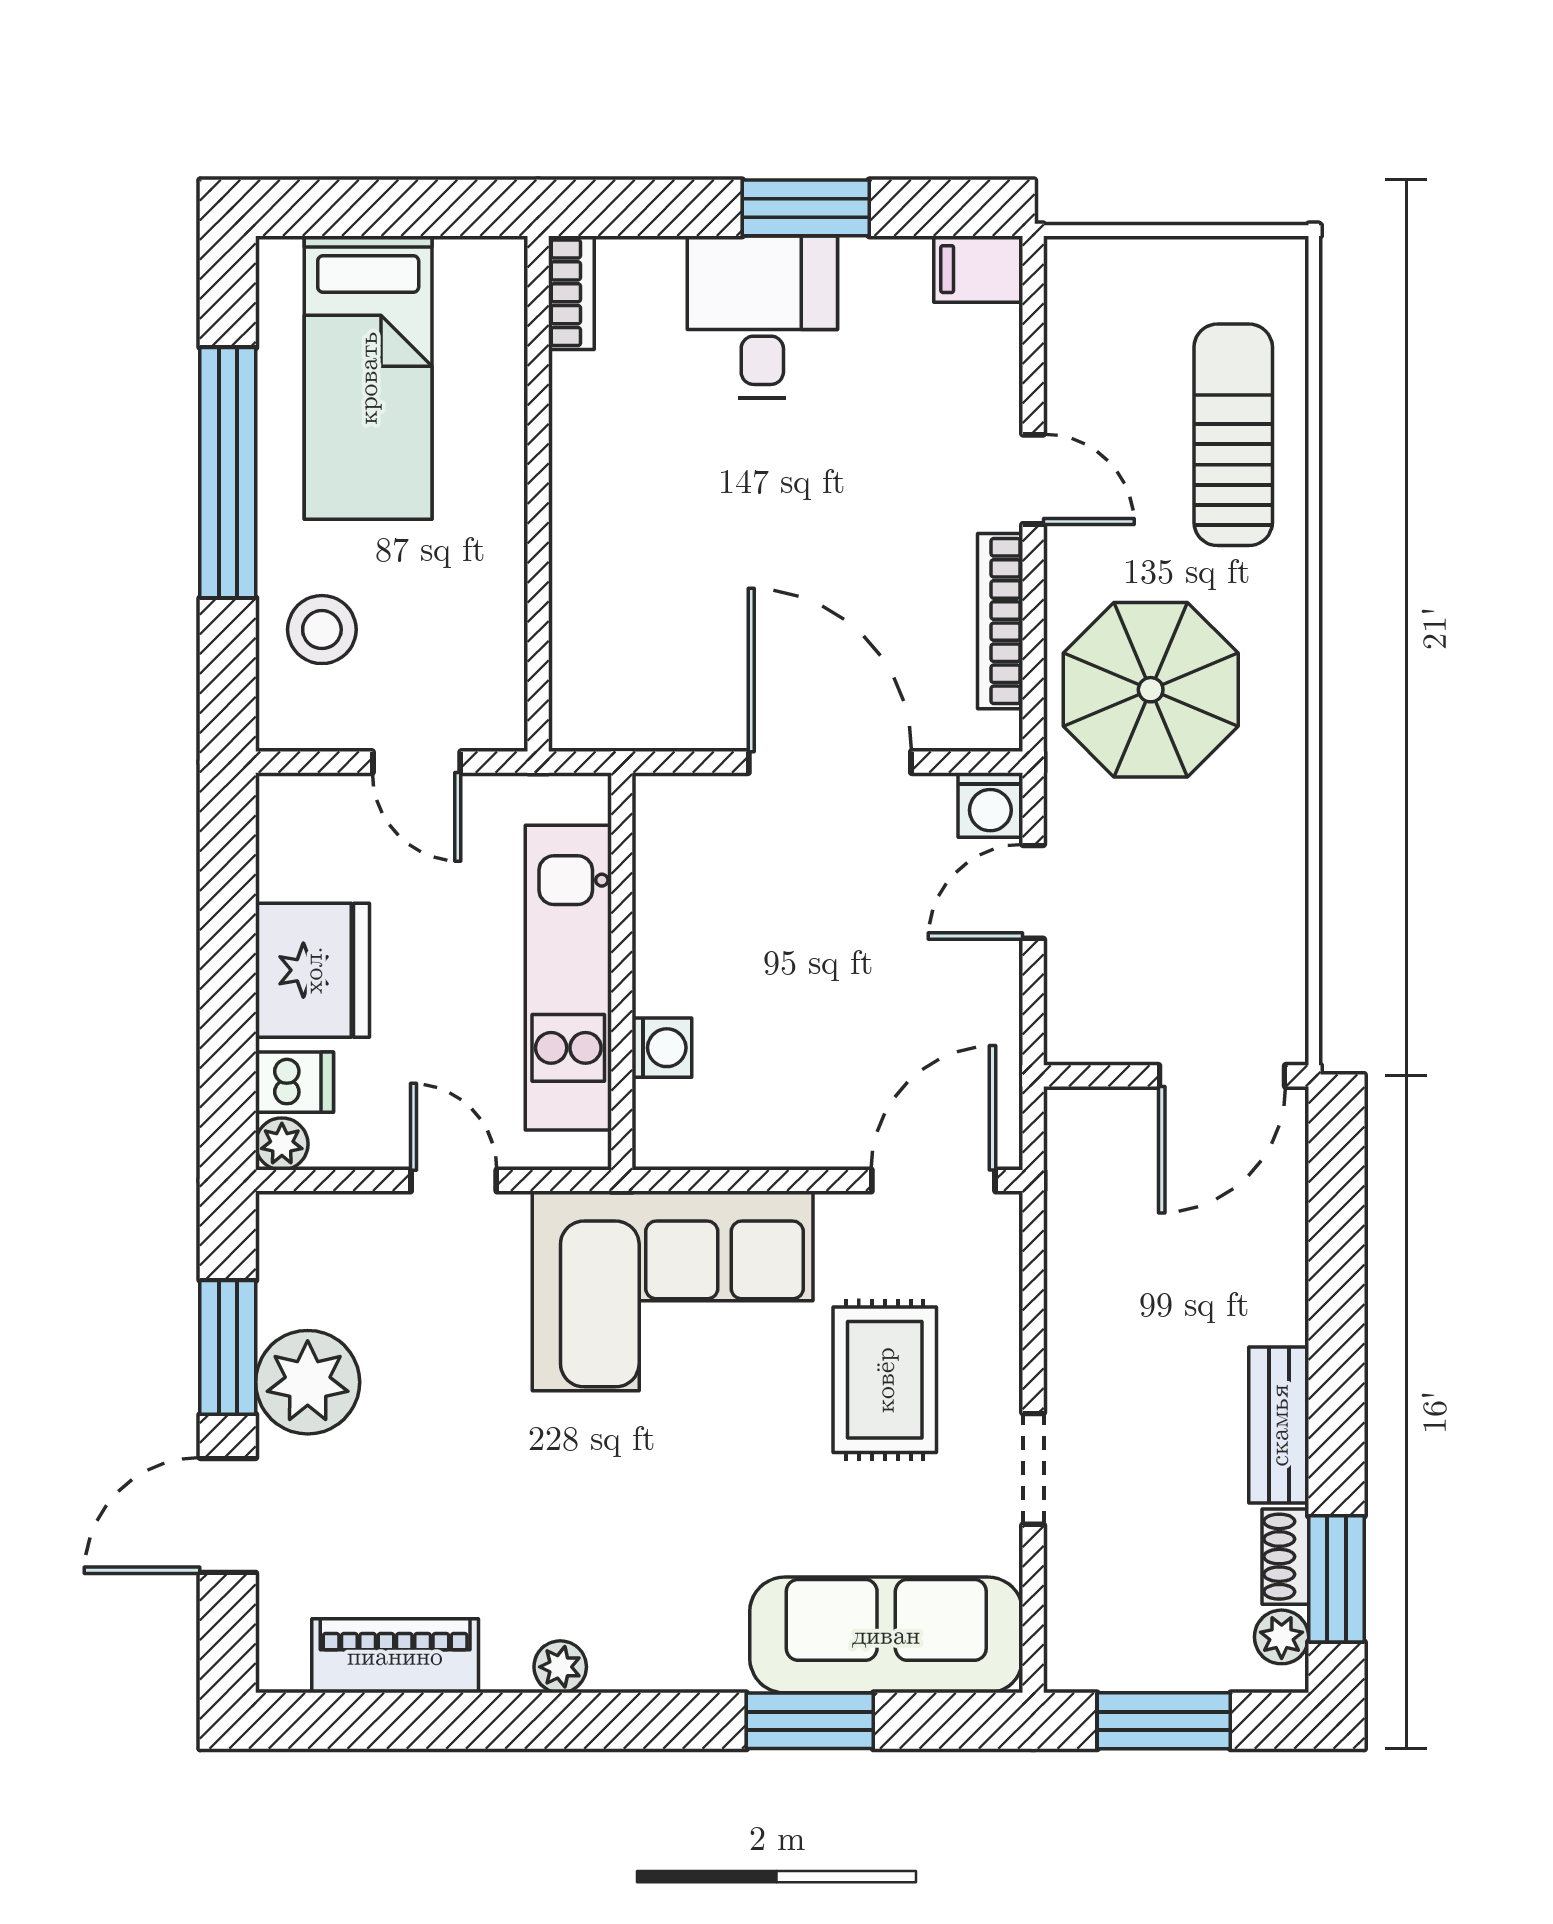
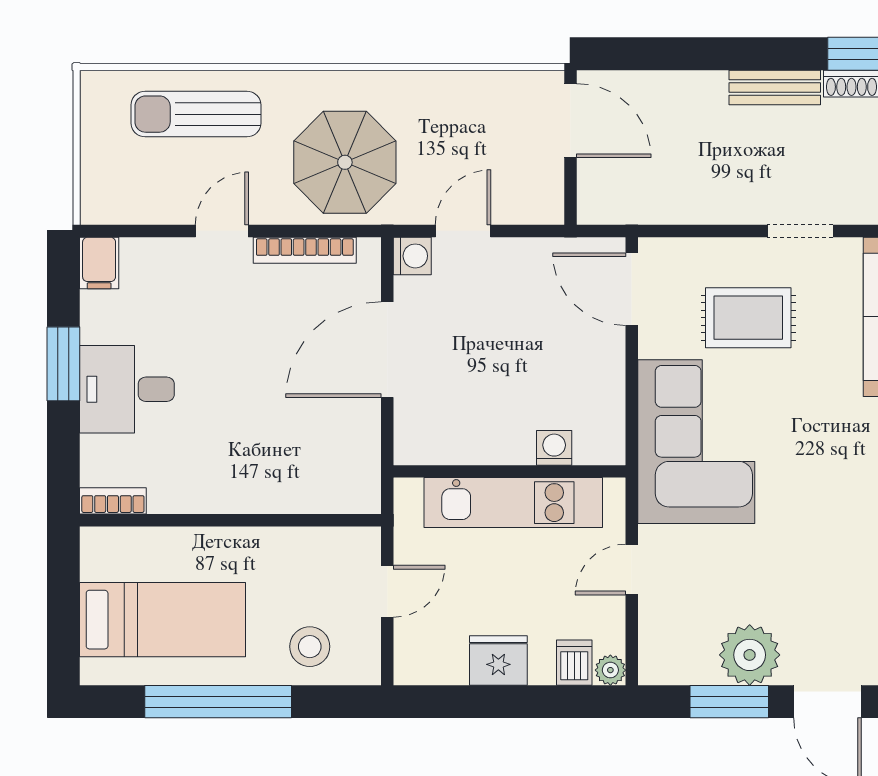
door: (1033, 892) -> (463, 231), swing flipped
fridge: (313, 970) -> (498, 660), width x0.73, depth x0.75

